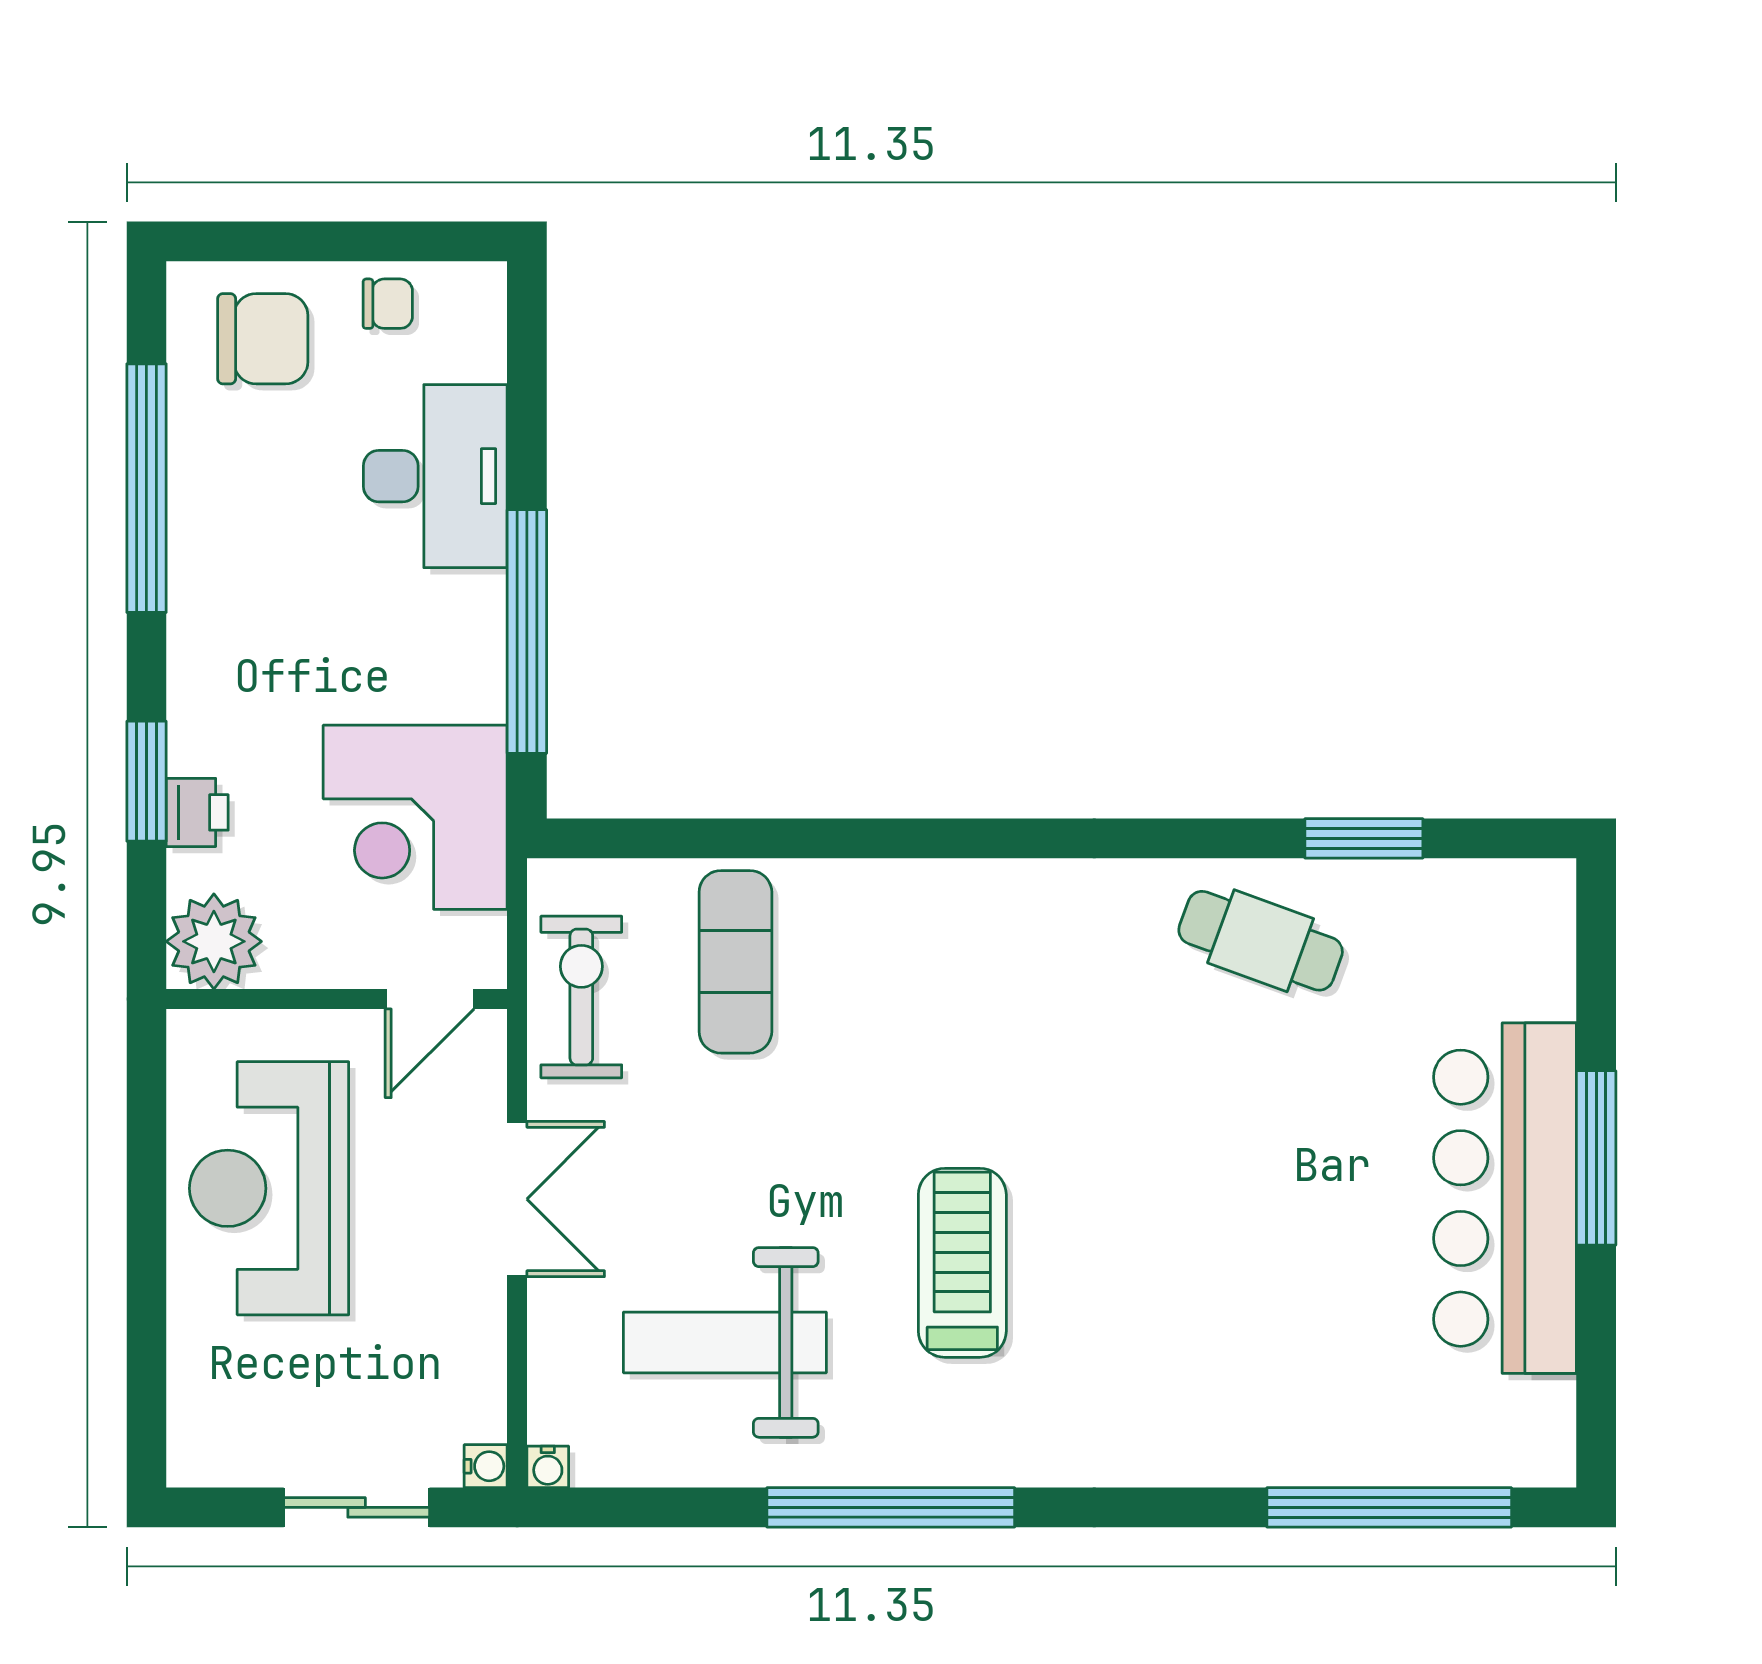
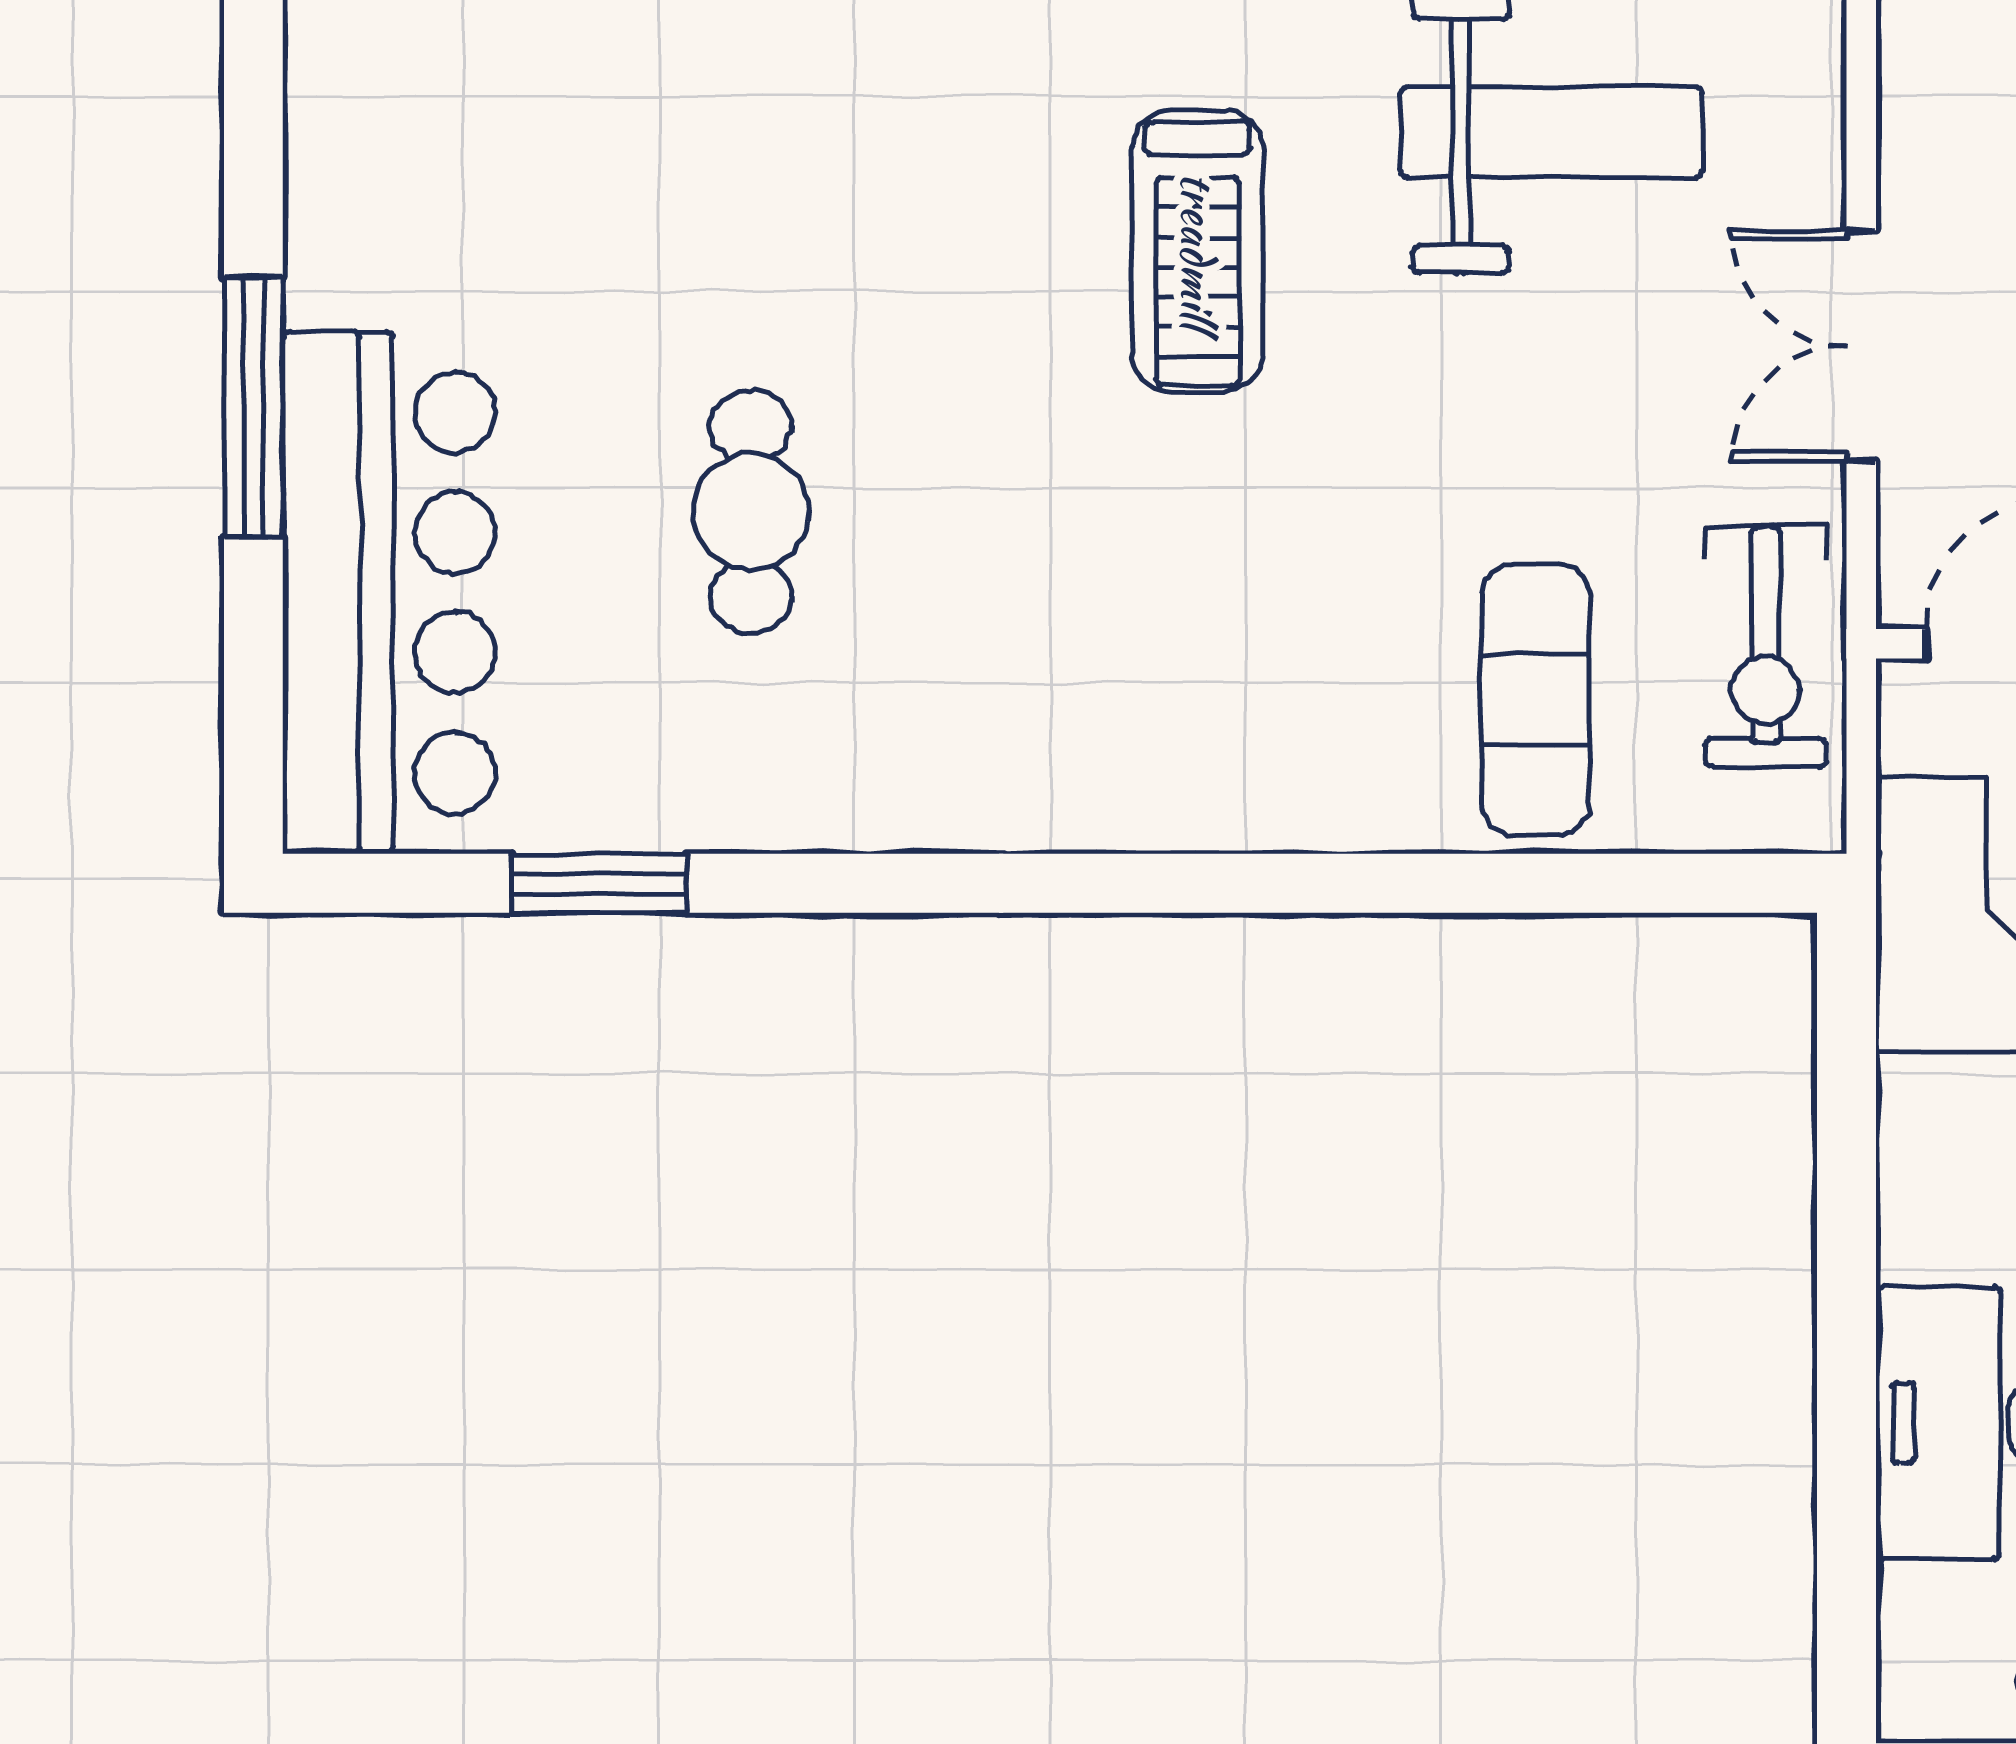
window: (527, 632) -> (1847, 1191), removed
cafe table: (1261, 941) -> (751, 512), moved, turned 70
bar counter: (1505, 1198) -> (389, 593), moved

